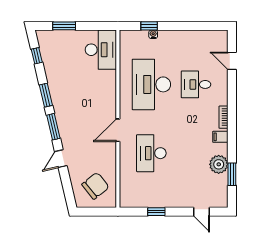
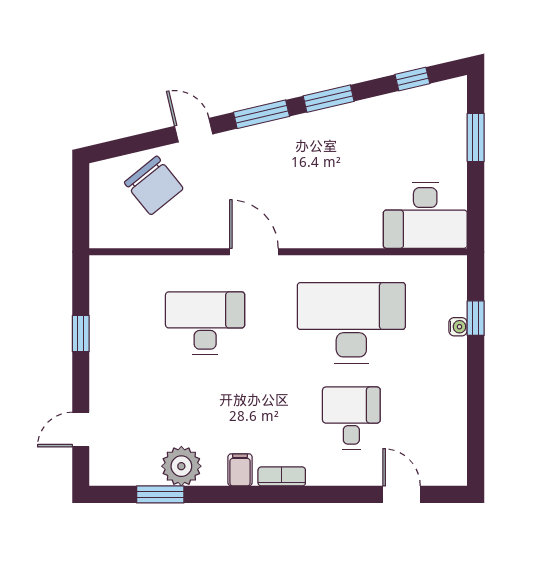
door: (232, 61) -> (402, 494), hinge flipped
chair: (95, 186) -> (154, 185), moved

